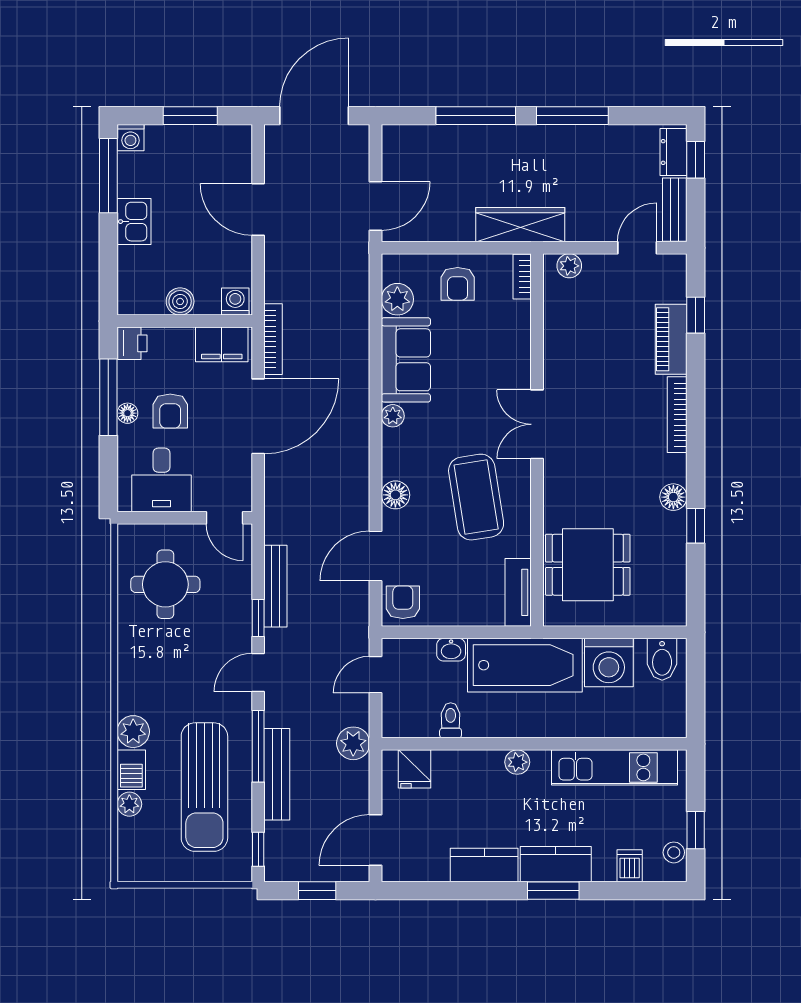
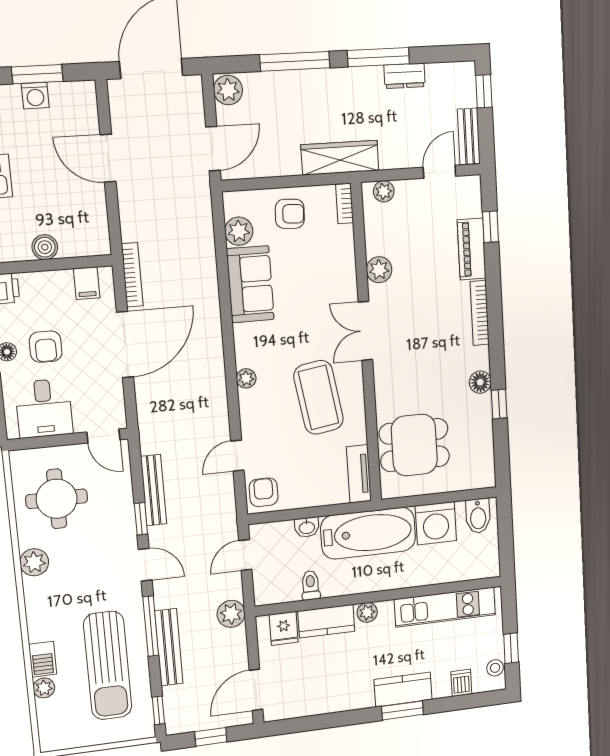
plant: (398, 143) -> (228, 90), added
dresser: (673, 152) -> (405, 76), moved, turned -90
armchair: (458, 284) -> (290, 214), turned -87
washing machine: (235, 302) -> (35, 96), moved, turned 180
filing cabinet: (222, 344) -> (87, 283), width x0.50
plant: (558, 355) -> (379, 270), added
plant: (393, 416) -> (246, 378), moved
floor lamp: (395, 495) -> (250, 402), removed
door: (376, 556) -> (237, 456), width x0.73
door: (258, 673) -> (145, 565), swing flipped
plant: (133, 732) -> (34, 562), moved
kitchen counter: (484, 865) -> (326, 621), moved, turned 180

